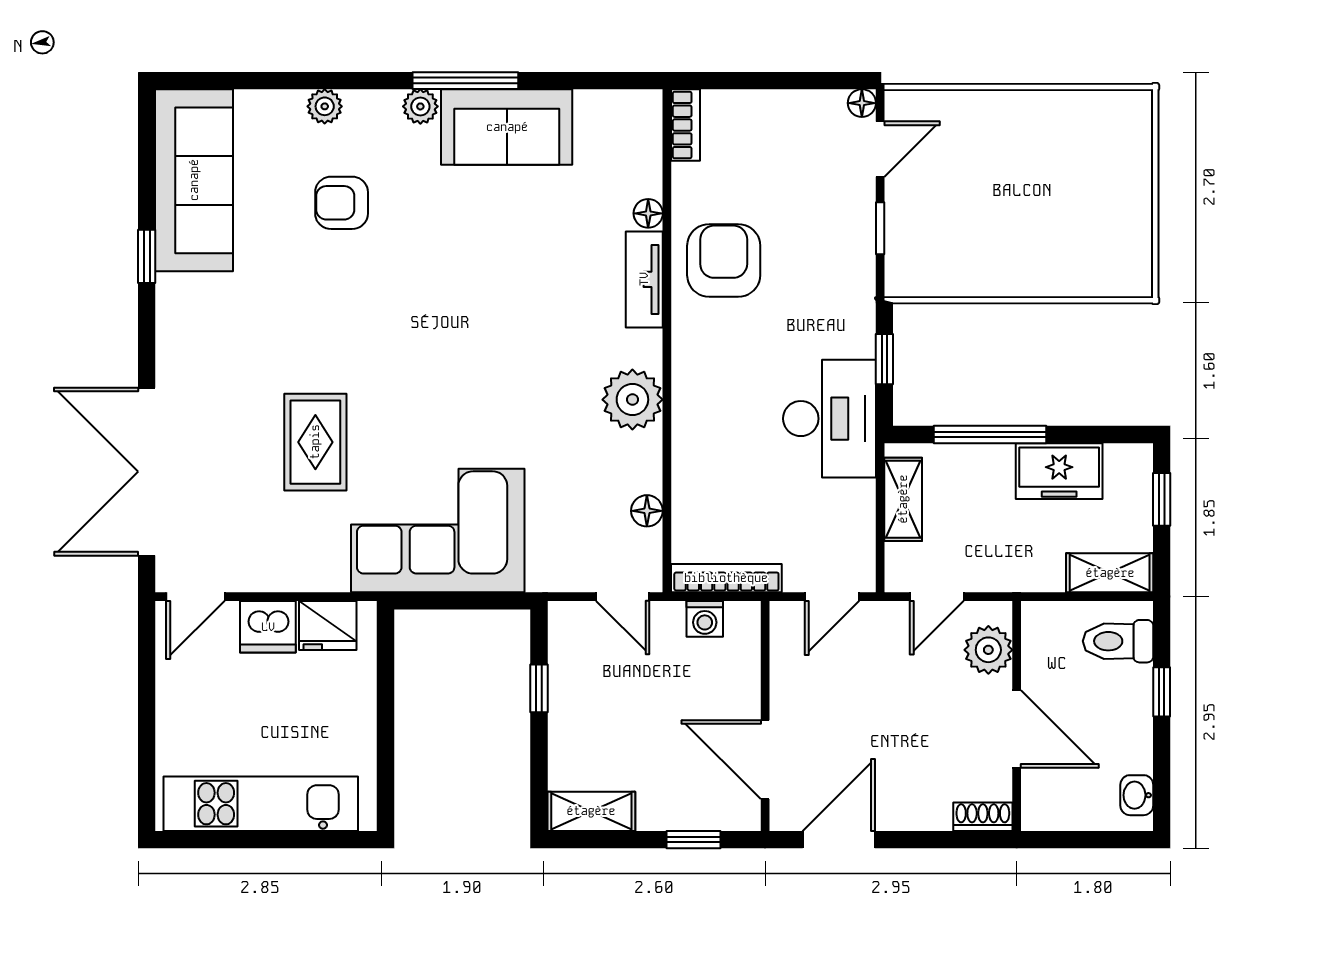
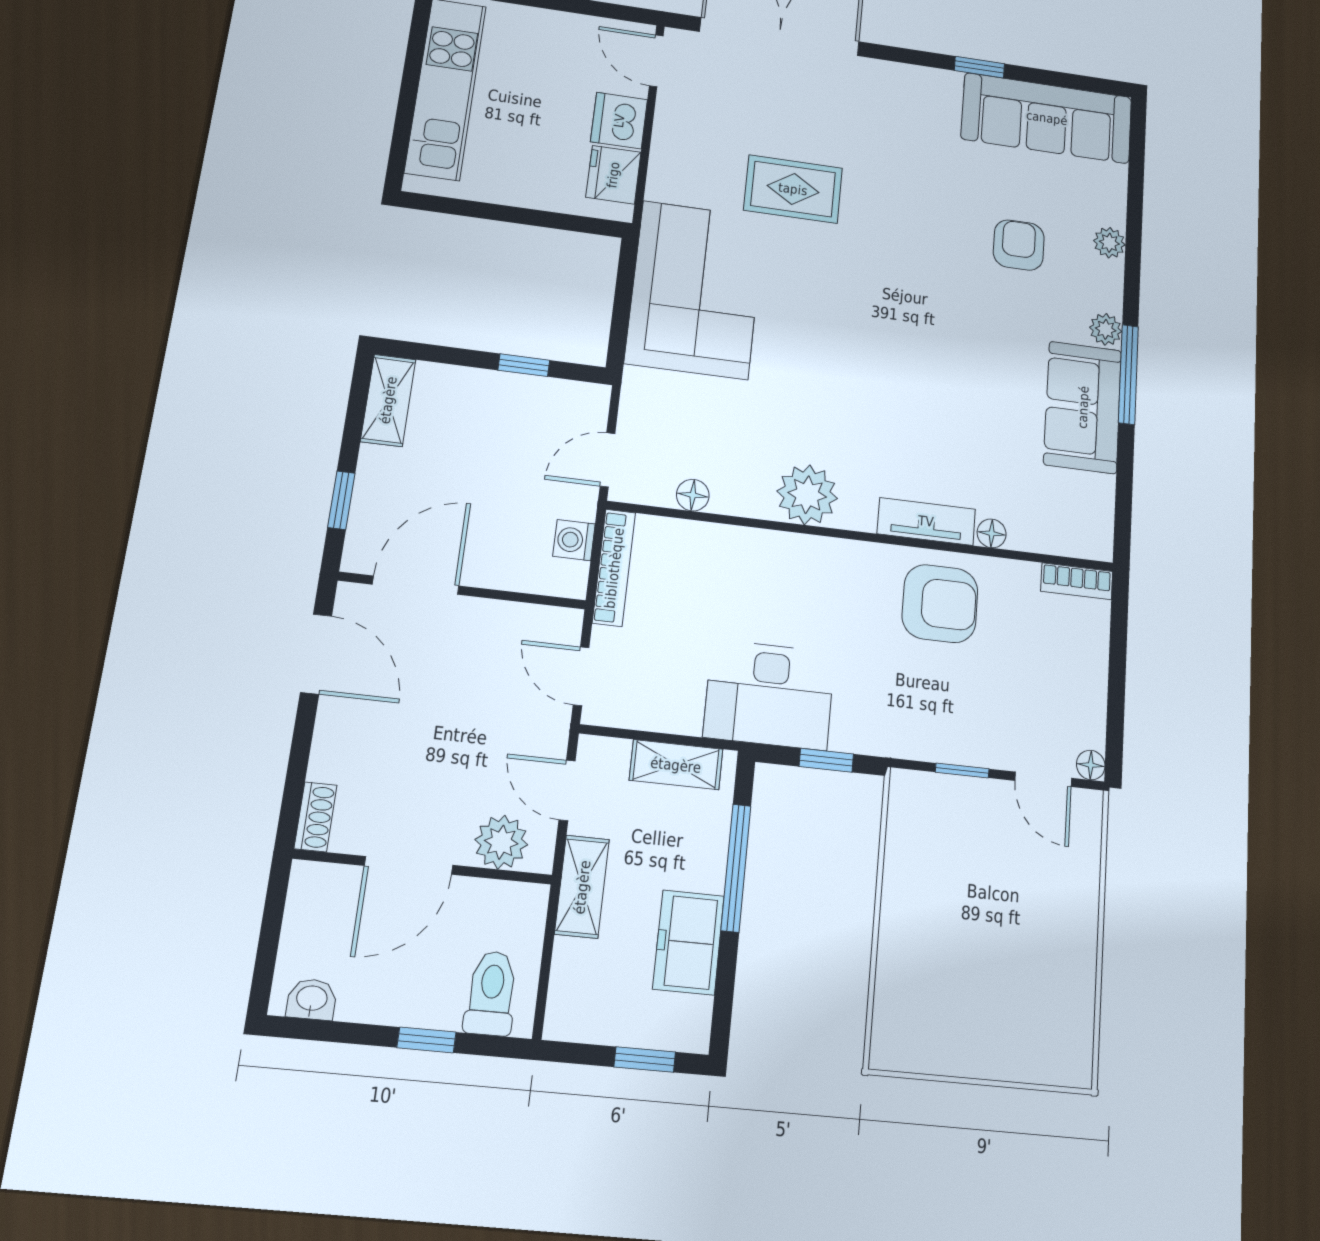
shelving: (1110, 573) -> (582, 887), moved

